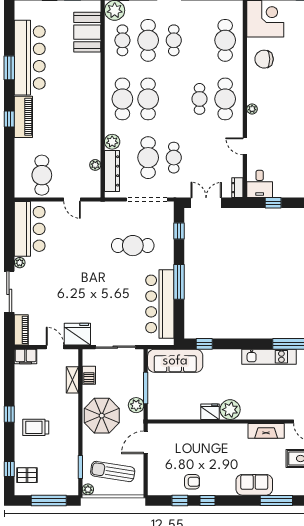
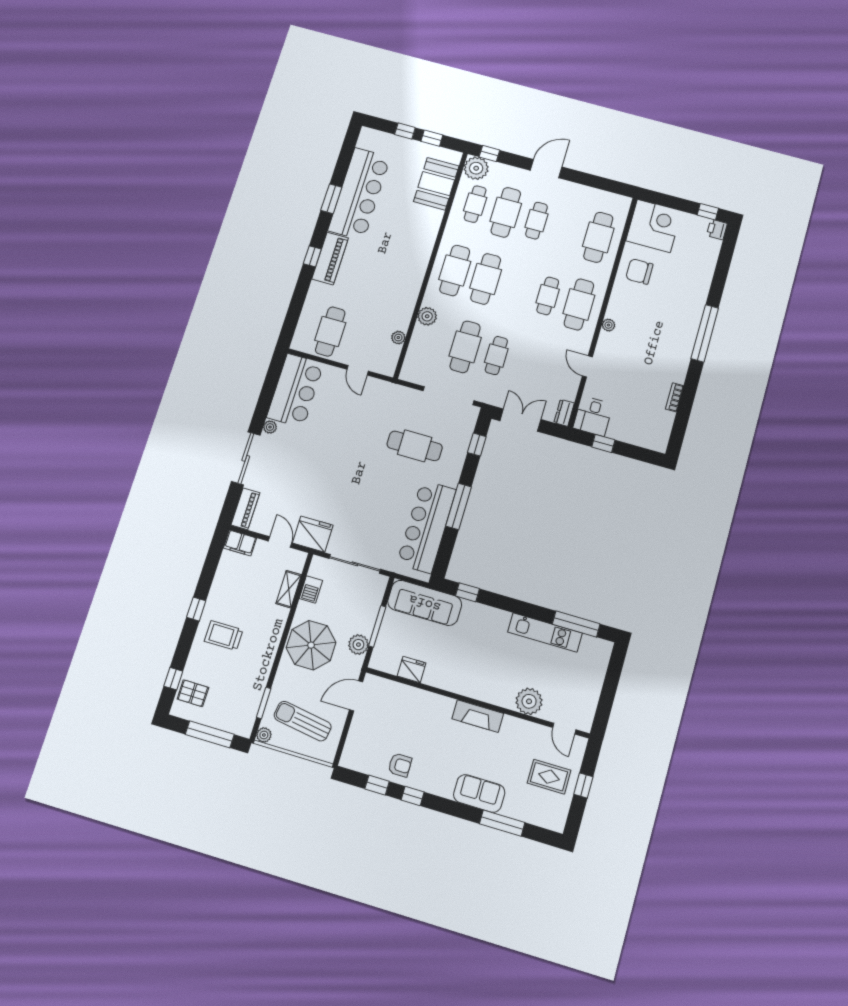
dresser: (112, 171) -> (416, 350), removed
plant: (230, 410) -> (529, 701), moved
fridge: (210, 412) -> (412, 670), moved
fireplace: (266, 431) -> (478, 716), moved

